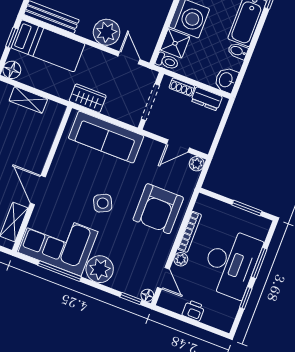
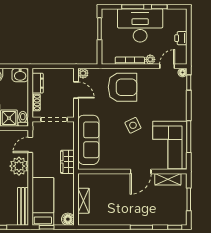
plant: (100, 269) -> (177, 111), removed

